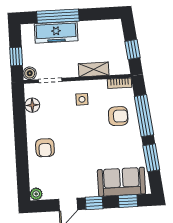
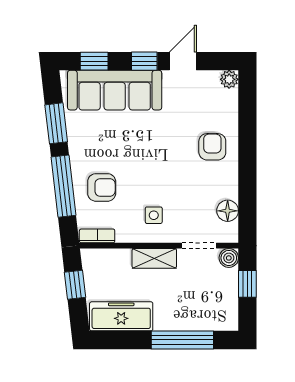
freezer: (56, 32) -> (121, 316), moved
shelving: (94, 69) -> (154, 258), moved
armchair: (118, 116) -> (102, 187), turned 180
sofa: (121, 182) -> (115, 90), width x1.36

